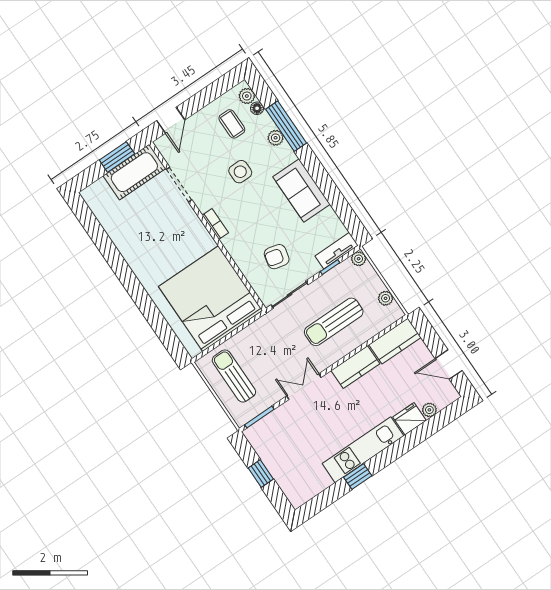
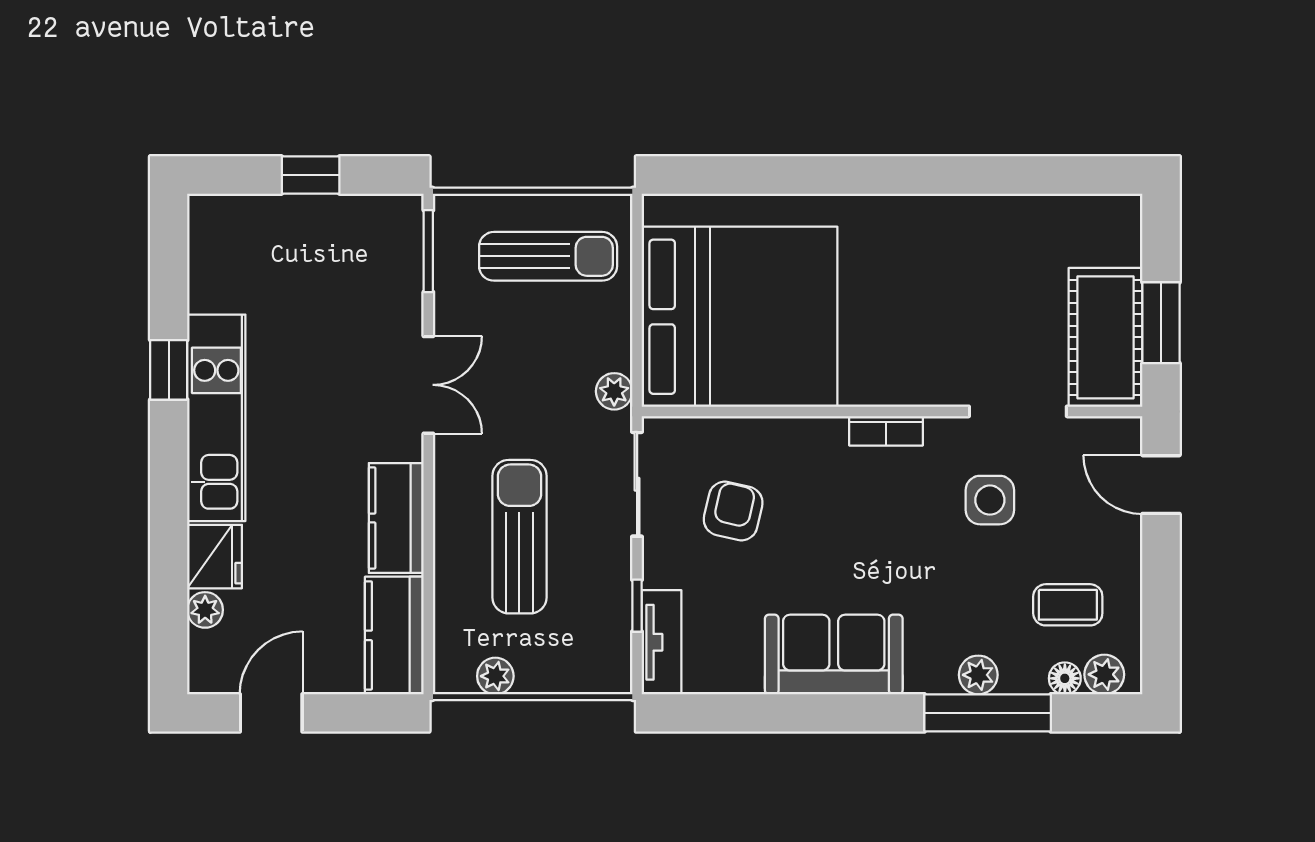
side table: (240, 172) -> (990, 500), moved
plant: (359, 259) -> (614, 391), moved

